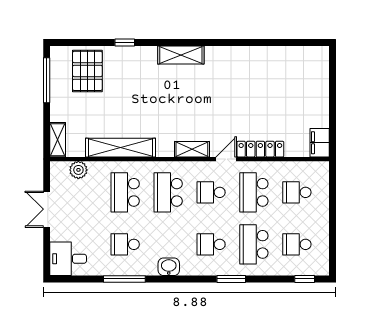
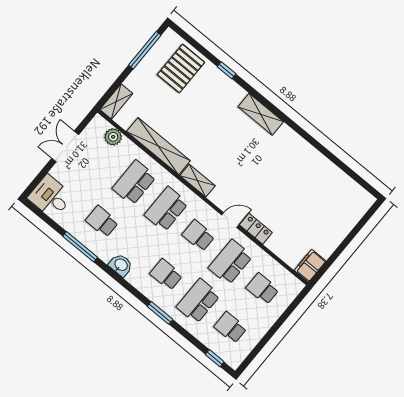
shelving: (192, 149) -> (197, 181), moved
locker: (260, 149) -> (256, 229), width x0.66

